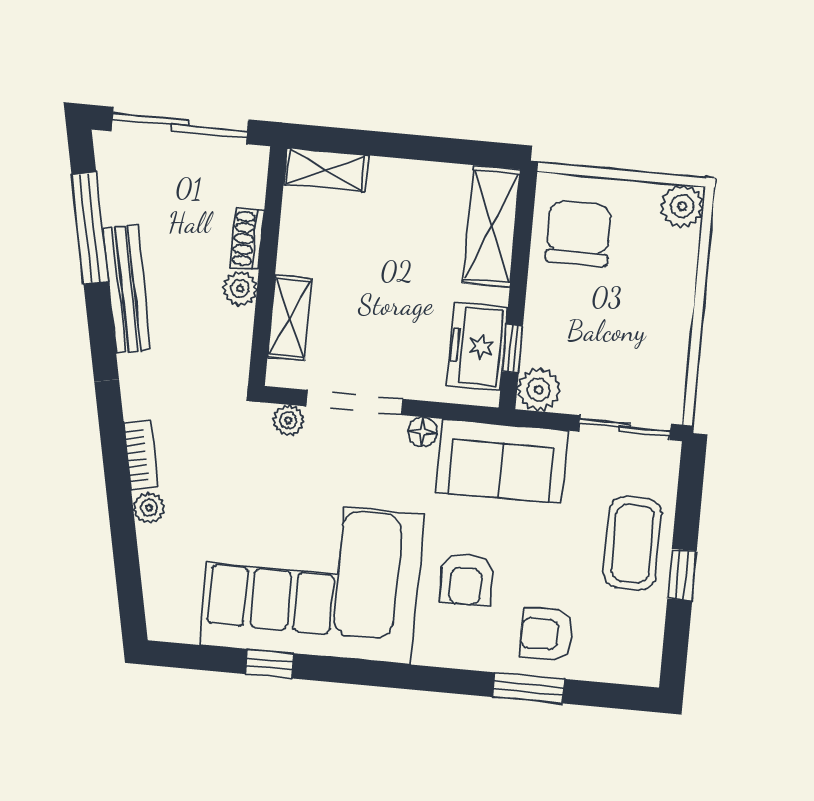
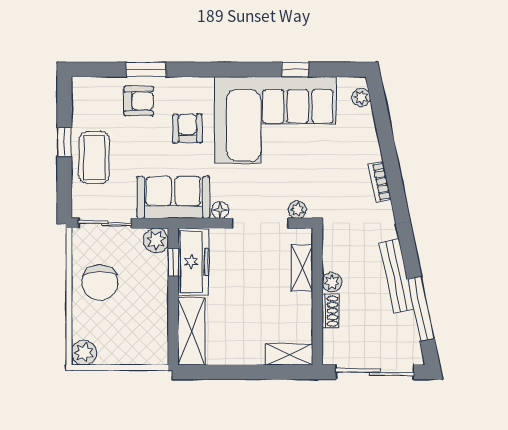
chair: (578, 233) -> (100, 283), moved
freezer: (477, 346) -> (193, 262), width x1.40
plant: (149, 508) -> (361, 97), moved

